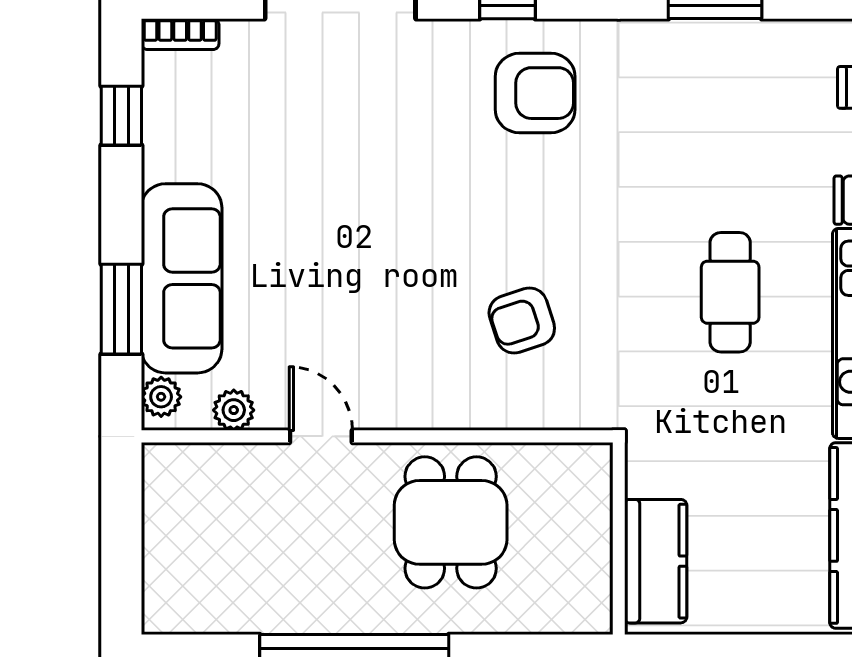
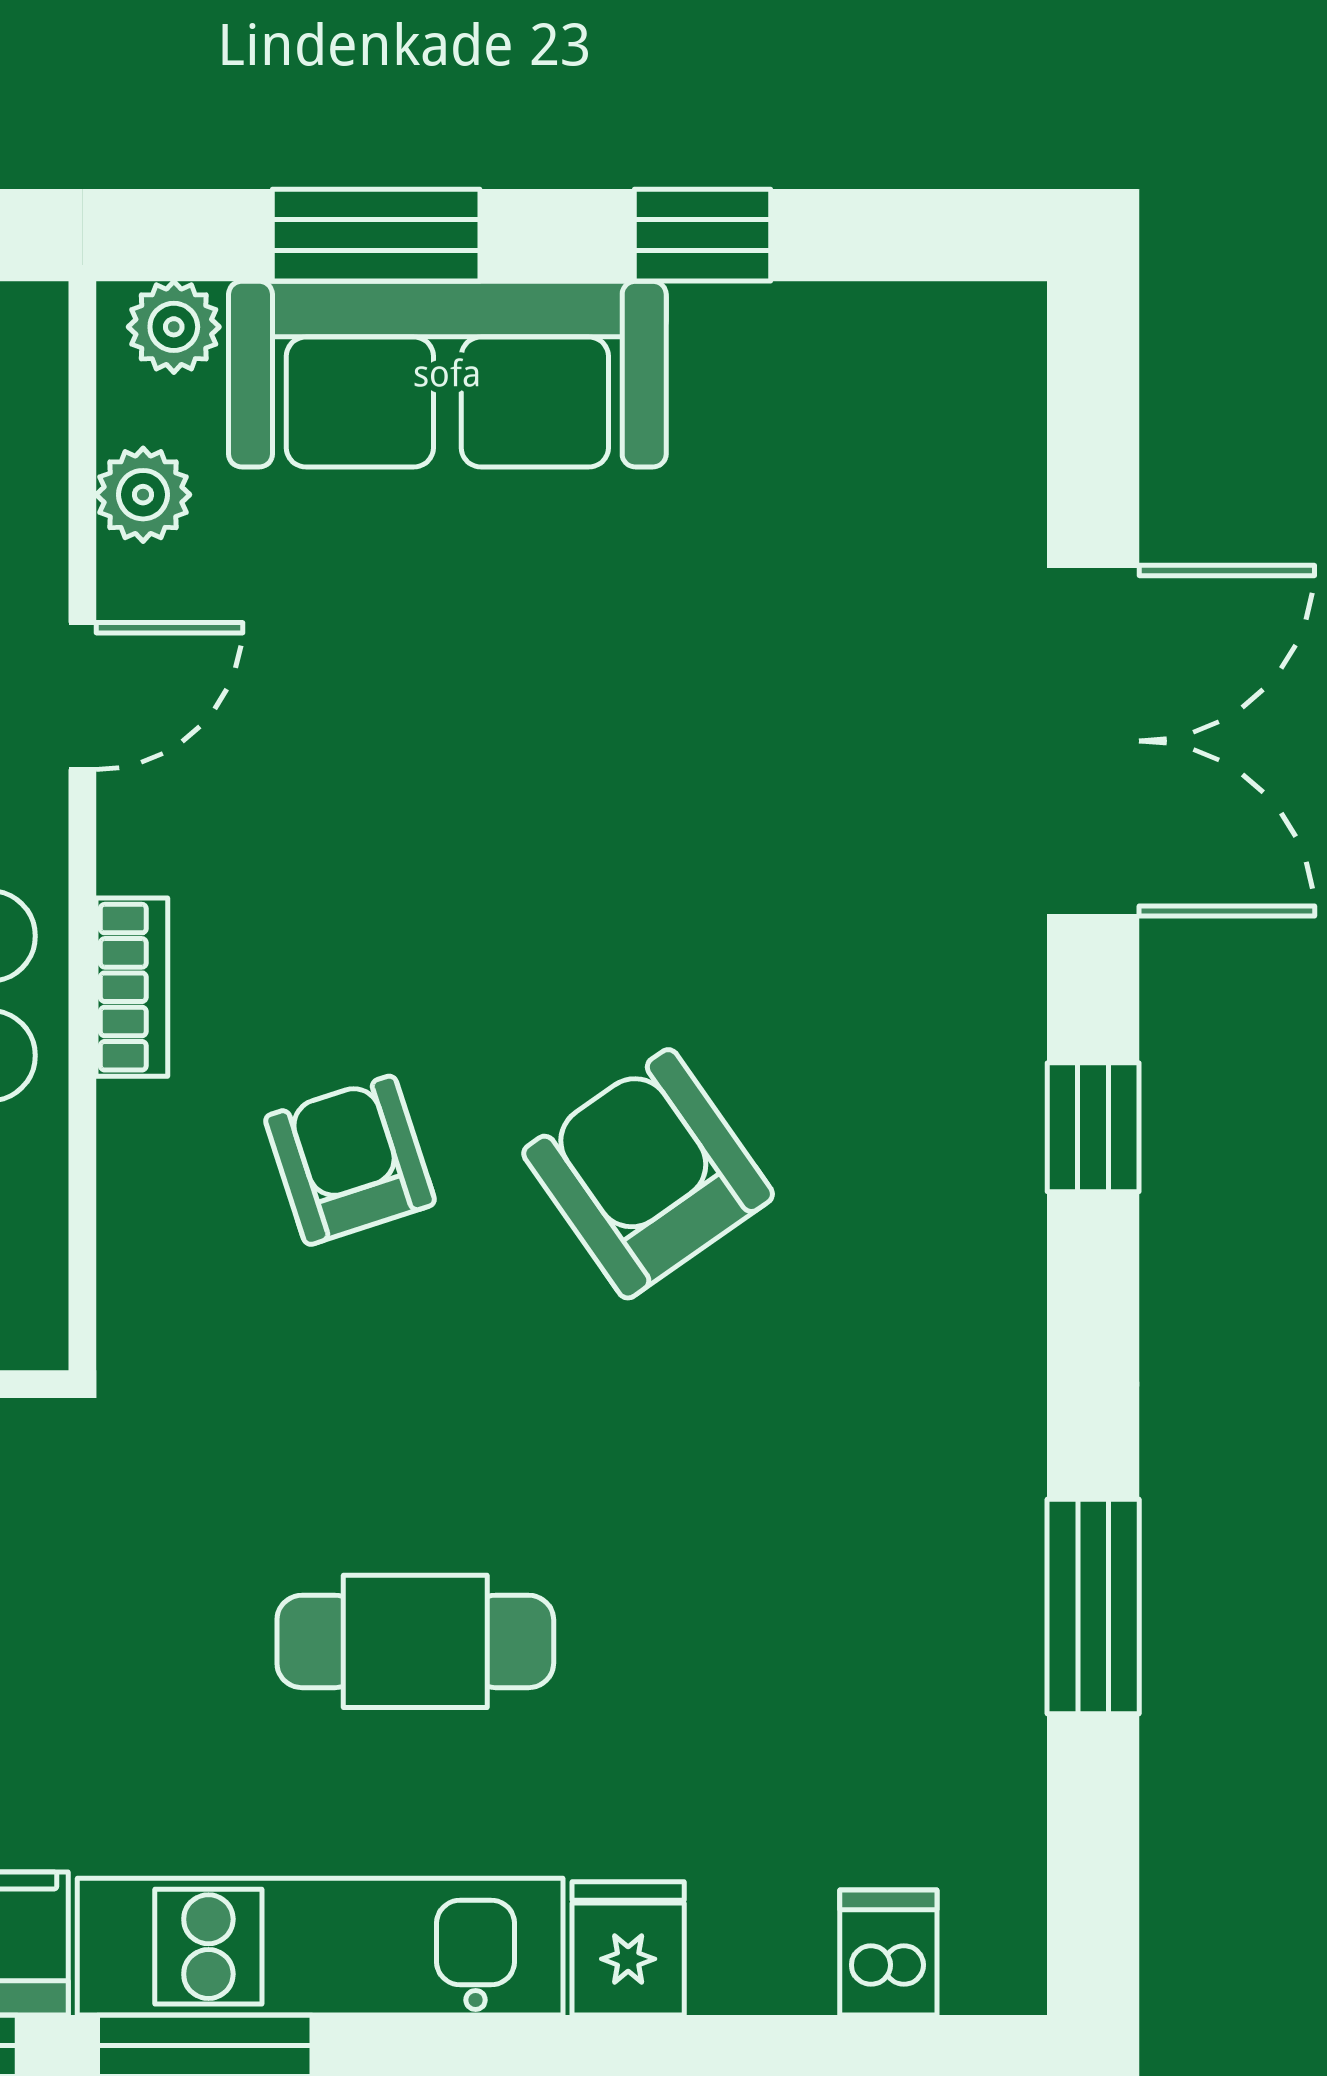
bookcase: (180, 34) -> (132, 987), moved, turned 180
armchair: (535, 93) -> (648, 1174), moved, turned 145
window: (121, 116) -> (703, 235), moved

